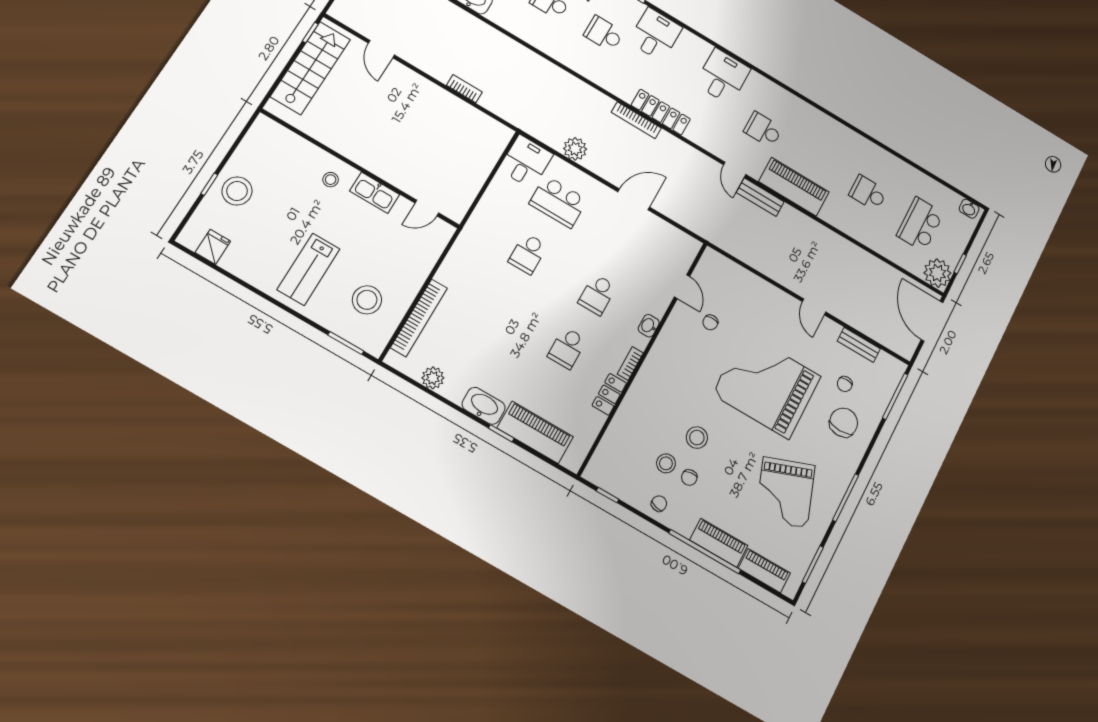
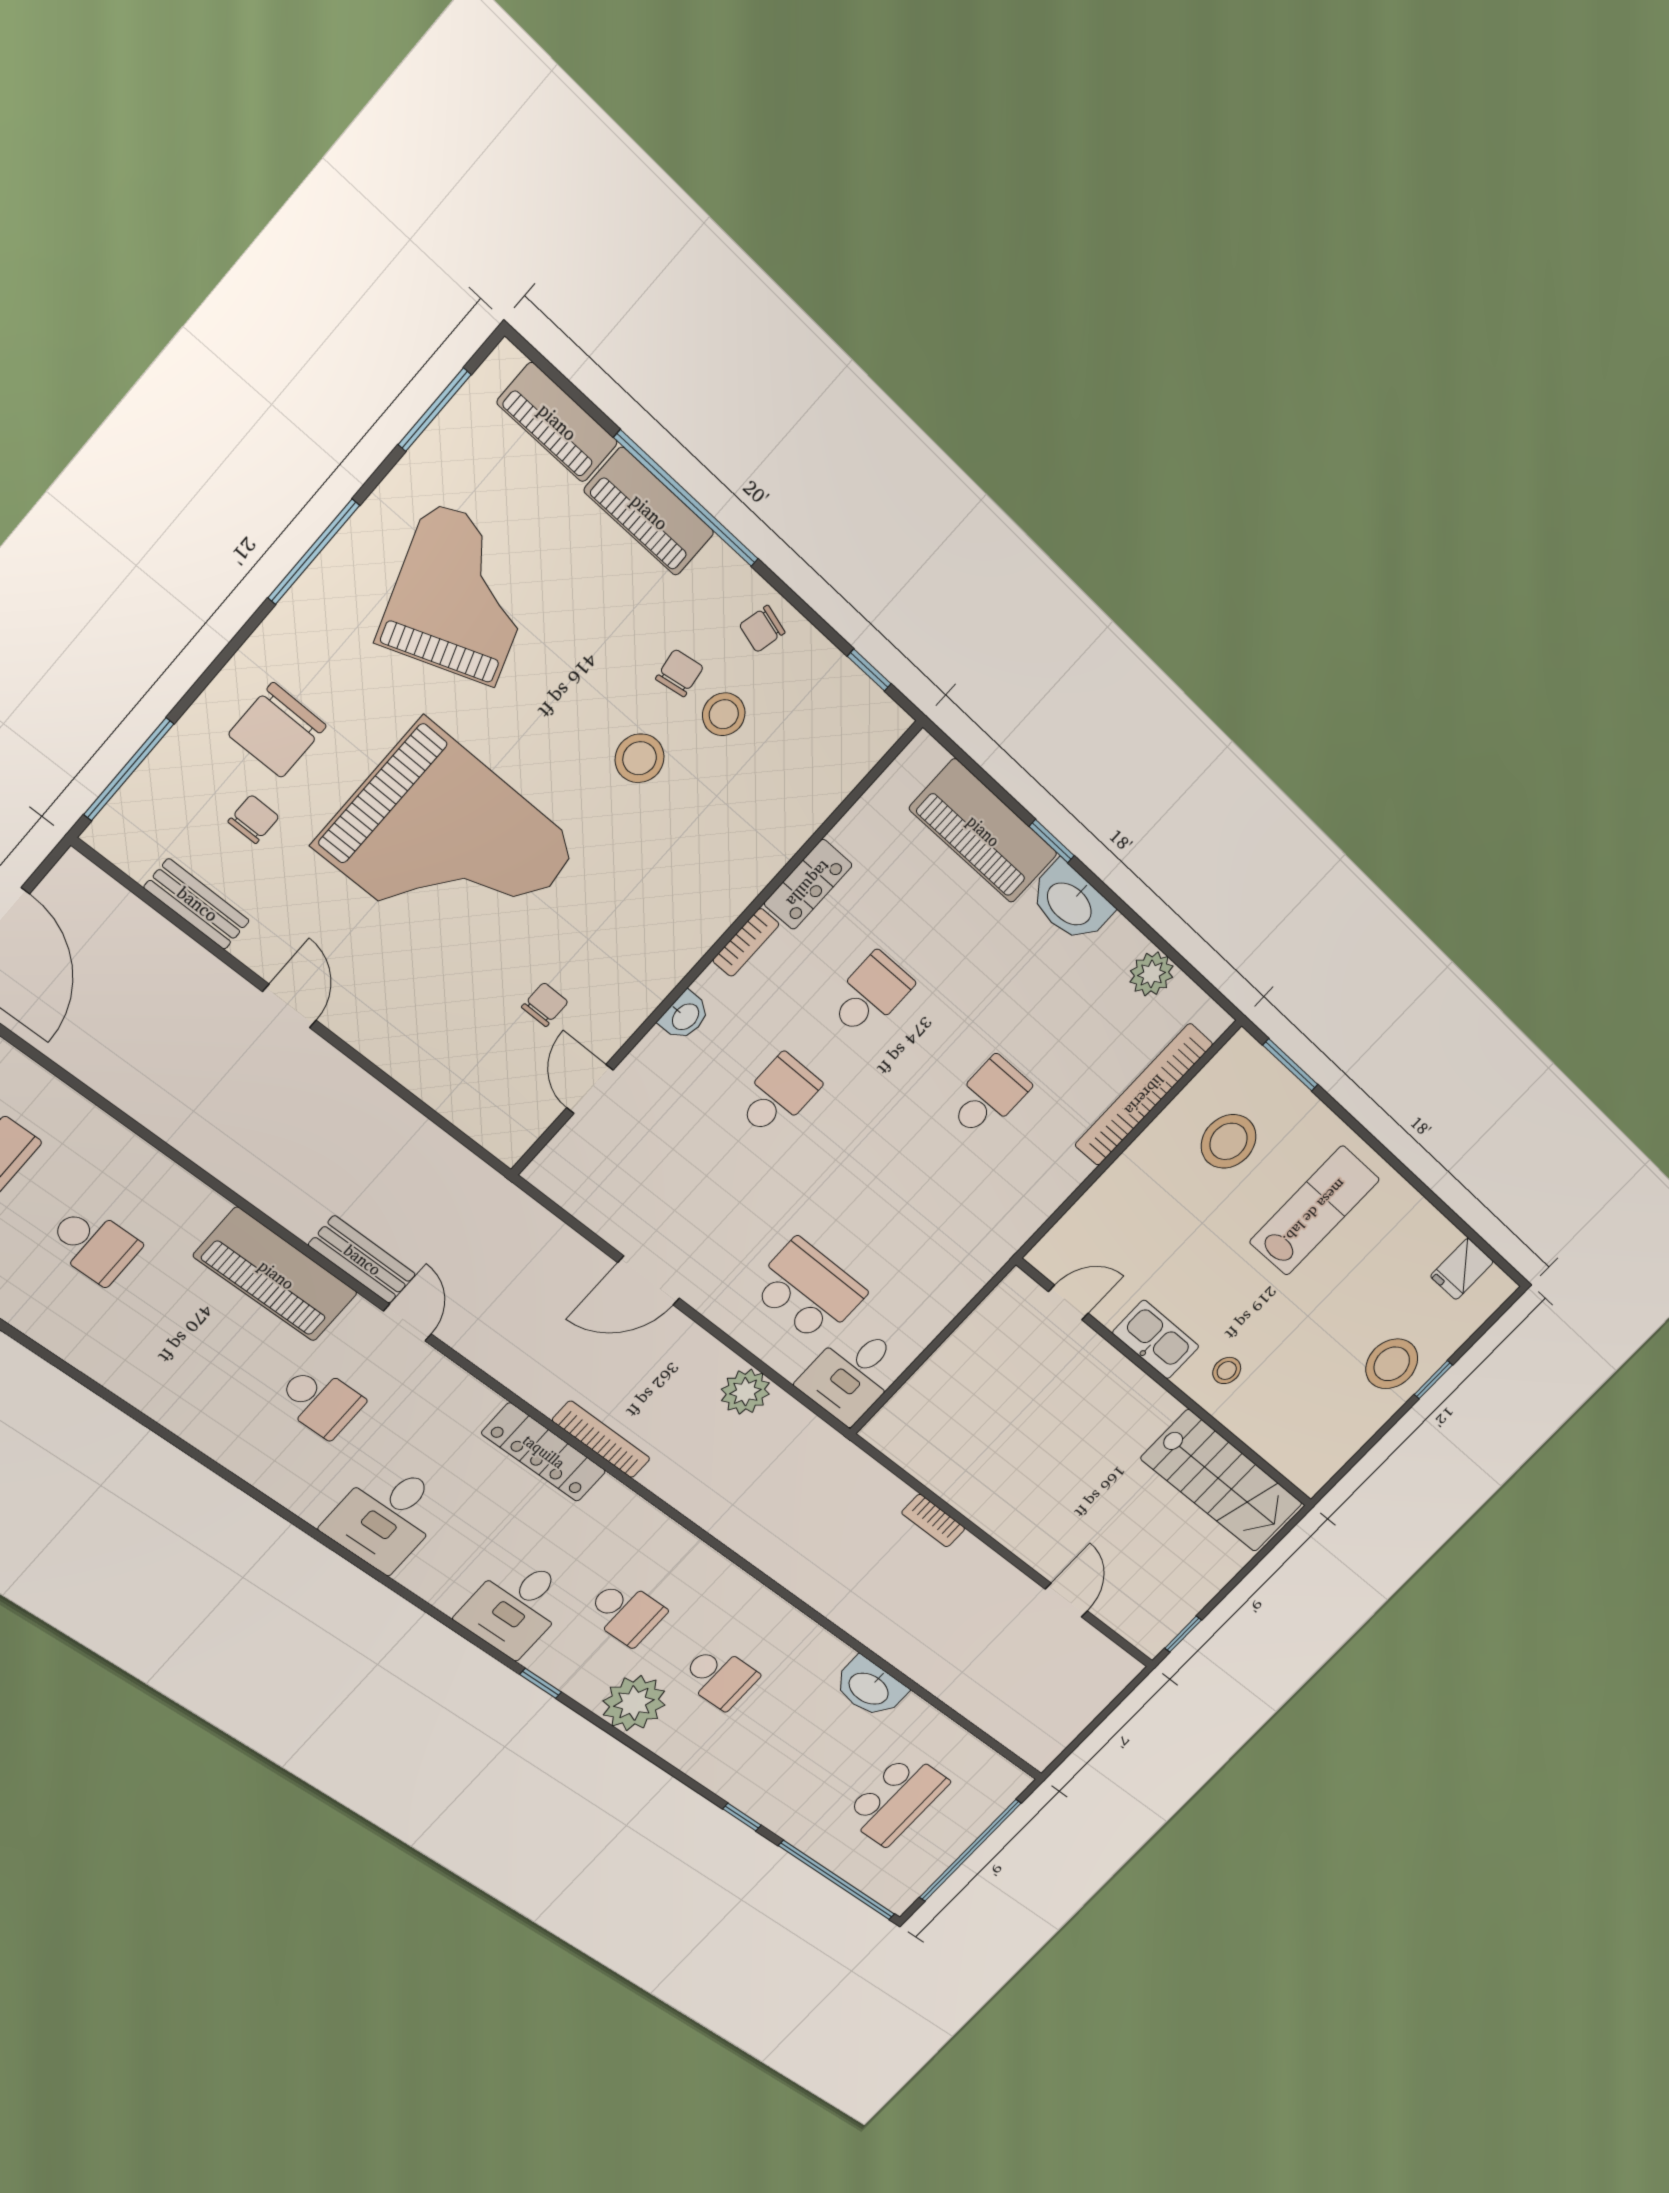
stairs: (310, 68) -> (1222, 1481), moved, turned -90
school desk: (528, 254) -> (989, 1097), moved

